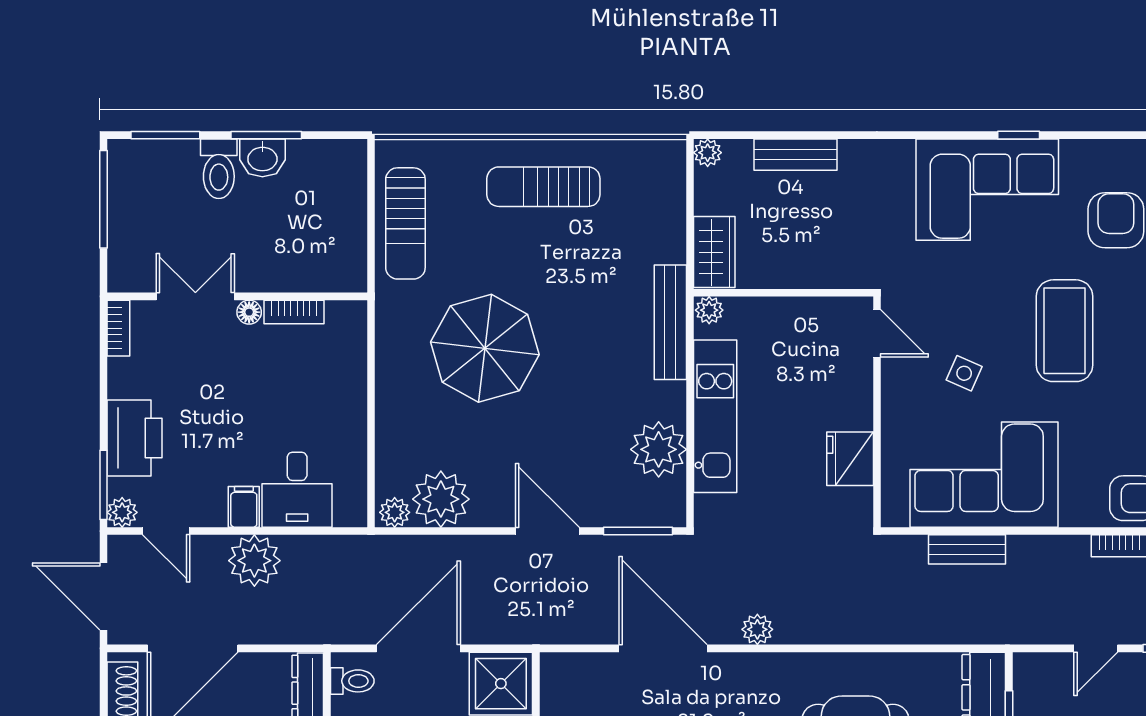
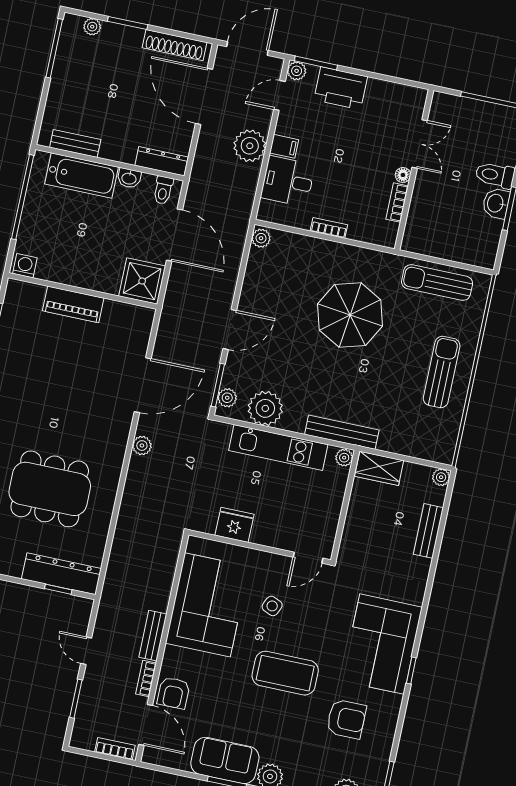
bookcase: (118, 328) -> (329, 228), moved, turned 180
plant: (441, 499) -> (227, 398), moved, width x0.53, depth x0.53
bench: (967, 549) -> (153, 636), moved

